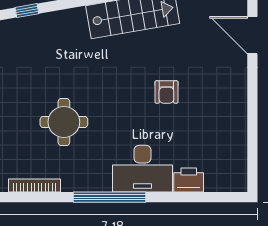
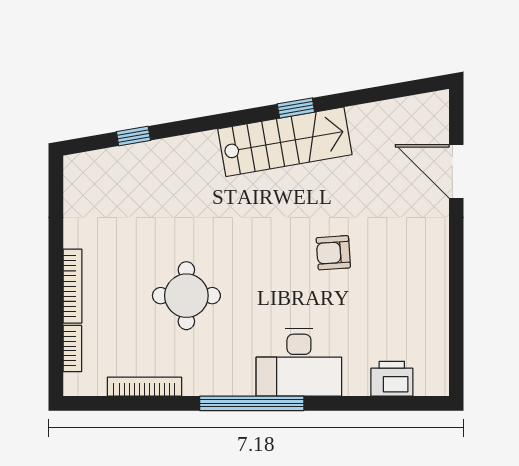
armchair: (166, 92) -> (333, 253), turned 86
printer: (189, 180) -> (392, 379), moved

